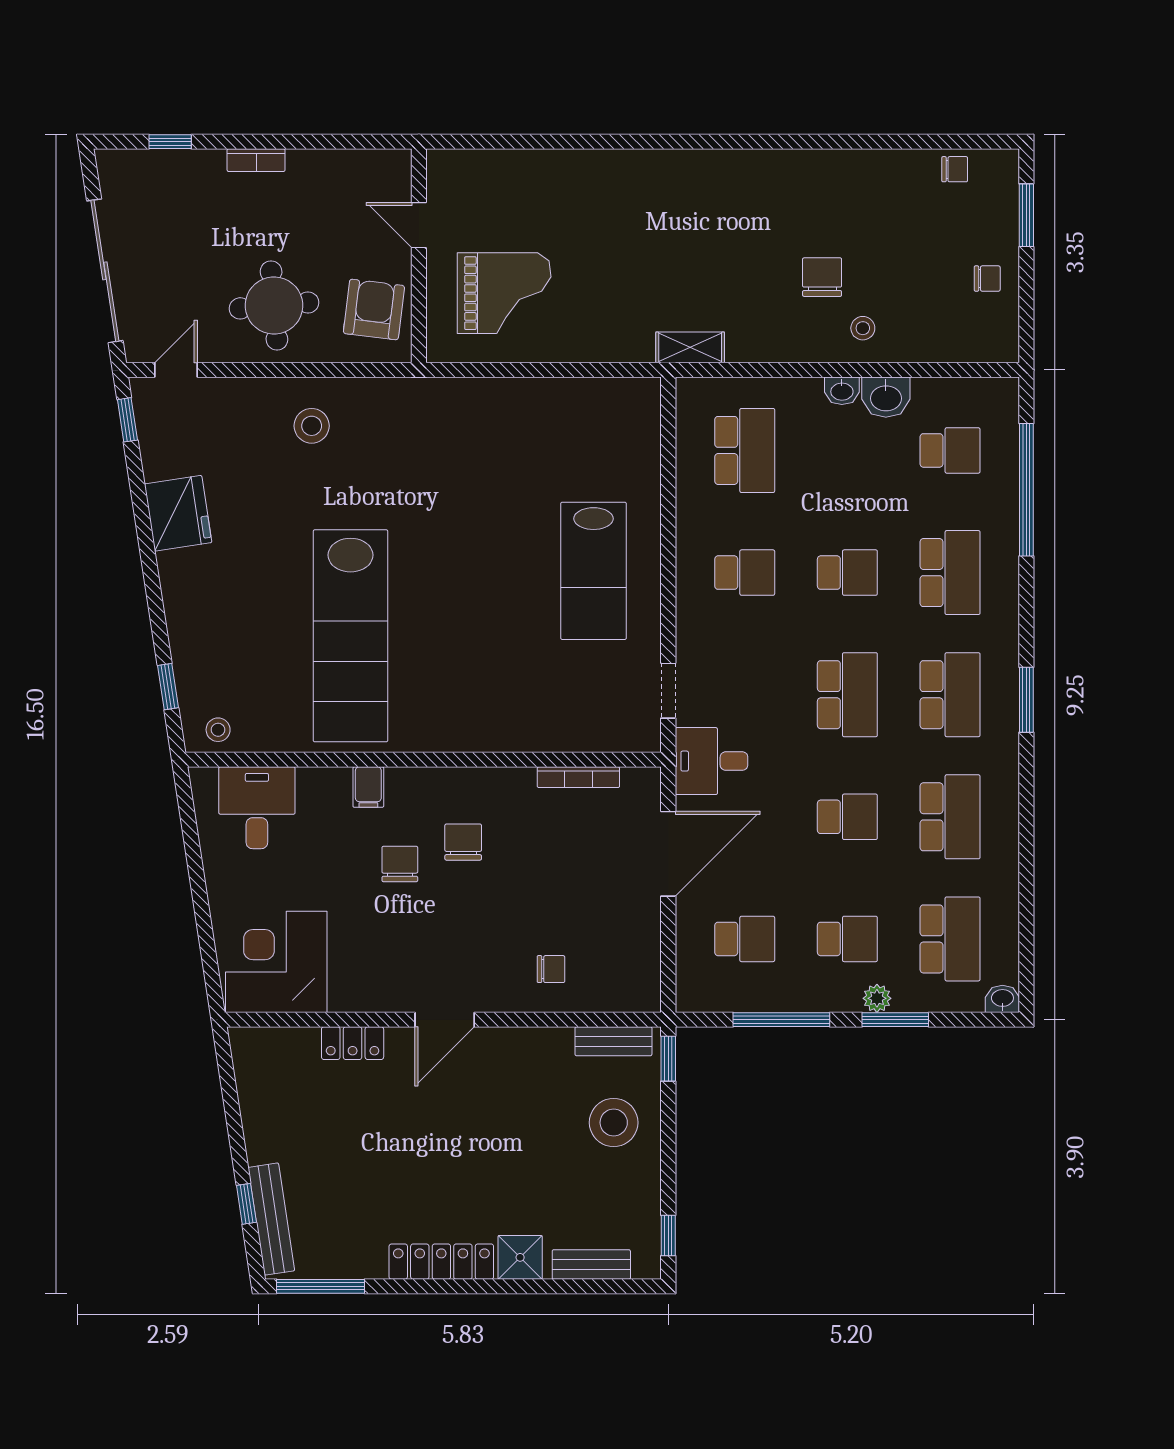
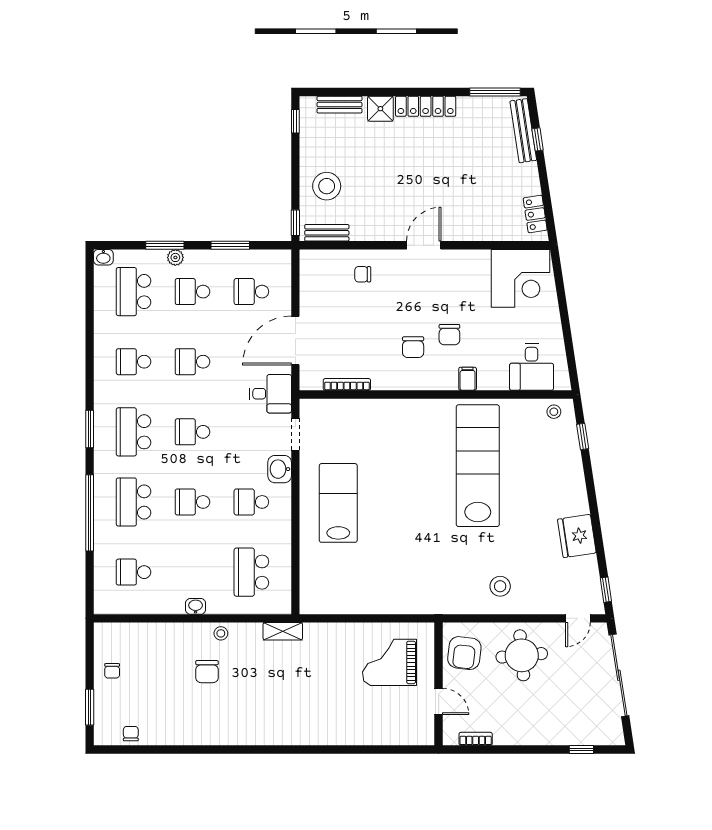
bookcase: (256, 160) -> (476, 739), moved
chair: (955, 169) -> (131, 734), turned 90
chair: (987, 279) -> (112, 671), turned -90
stool: (863, 328) -> (221, 633), moved
washbasin: (886, 397) -> (280, 469), moved, turned -90
window: (1026, 490) -> (90, 513), moved
school desk: (847, 695) -> (192, 432), width x0.54
school desk: (950, 817) -> (134, 362), width x0.54
window: (781, 1020) -> (230, 245), width x0.69
locker: (353, 1043) -> (535, 214), moved, turned -99

